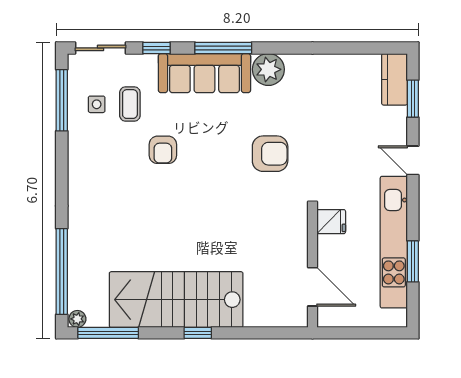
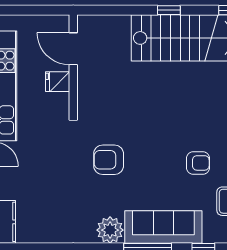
armchair: (163, 150) -> (198, 163), turned 90
fridge: (331, 222) -> (58, 82), moved

